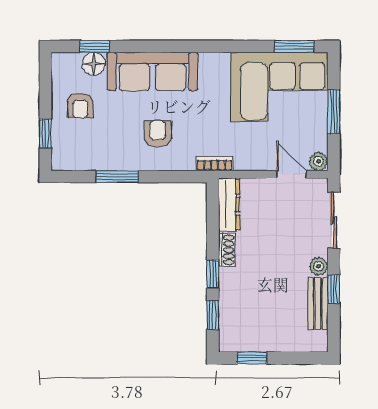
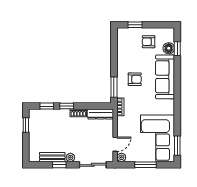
window: (117, 177) -> (114, 87), moved

